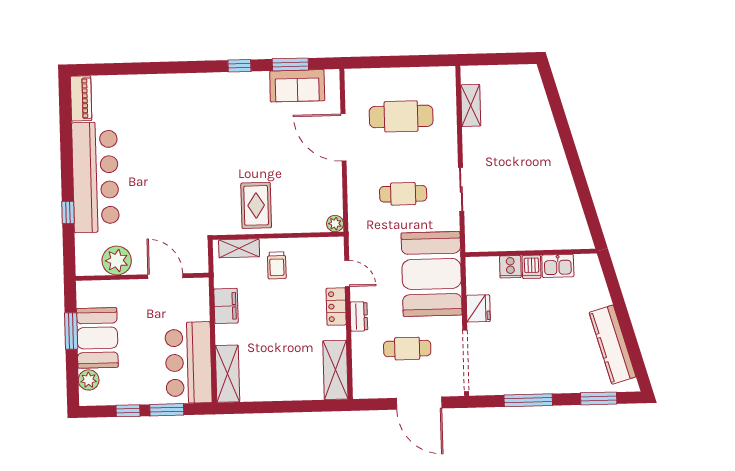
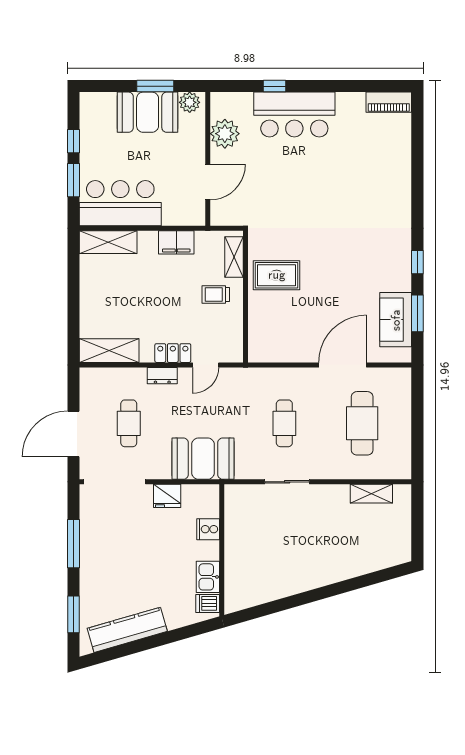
bar counter: (95, 177) -> (294, 115), width x0.73
plant: (335, 224) -> (256, 354), removed
dishwasher: (532, 267) -> (208, 603), moved
booth: (432, 274) -> (203, 459), width x0.73, depth x0.70
plant: (89, 380) -> (190, 102), moved

